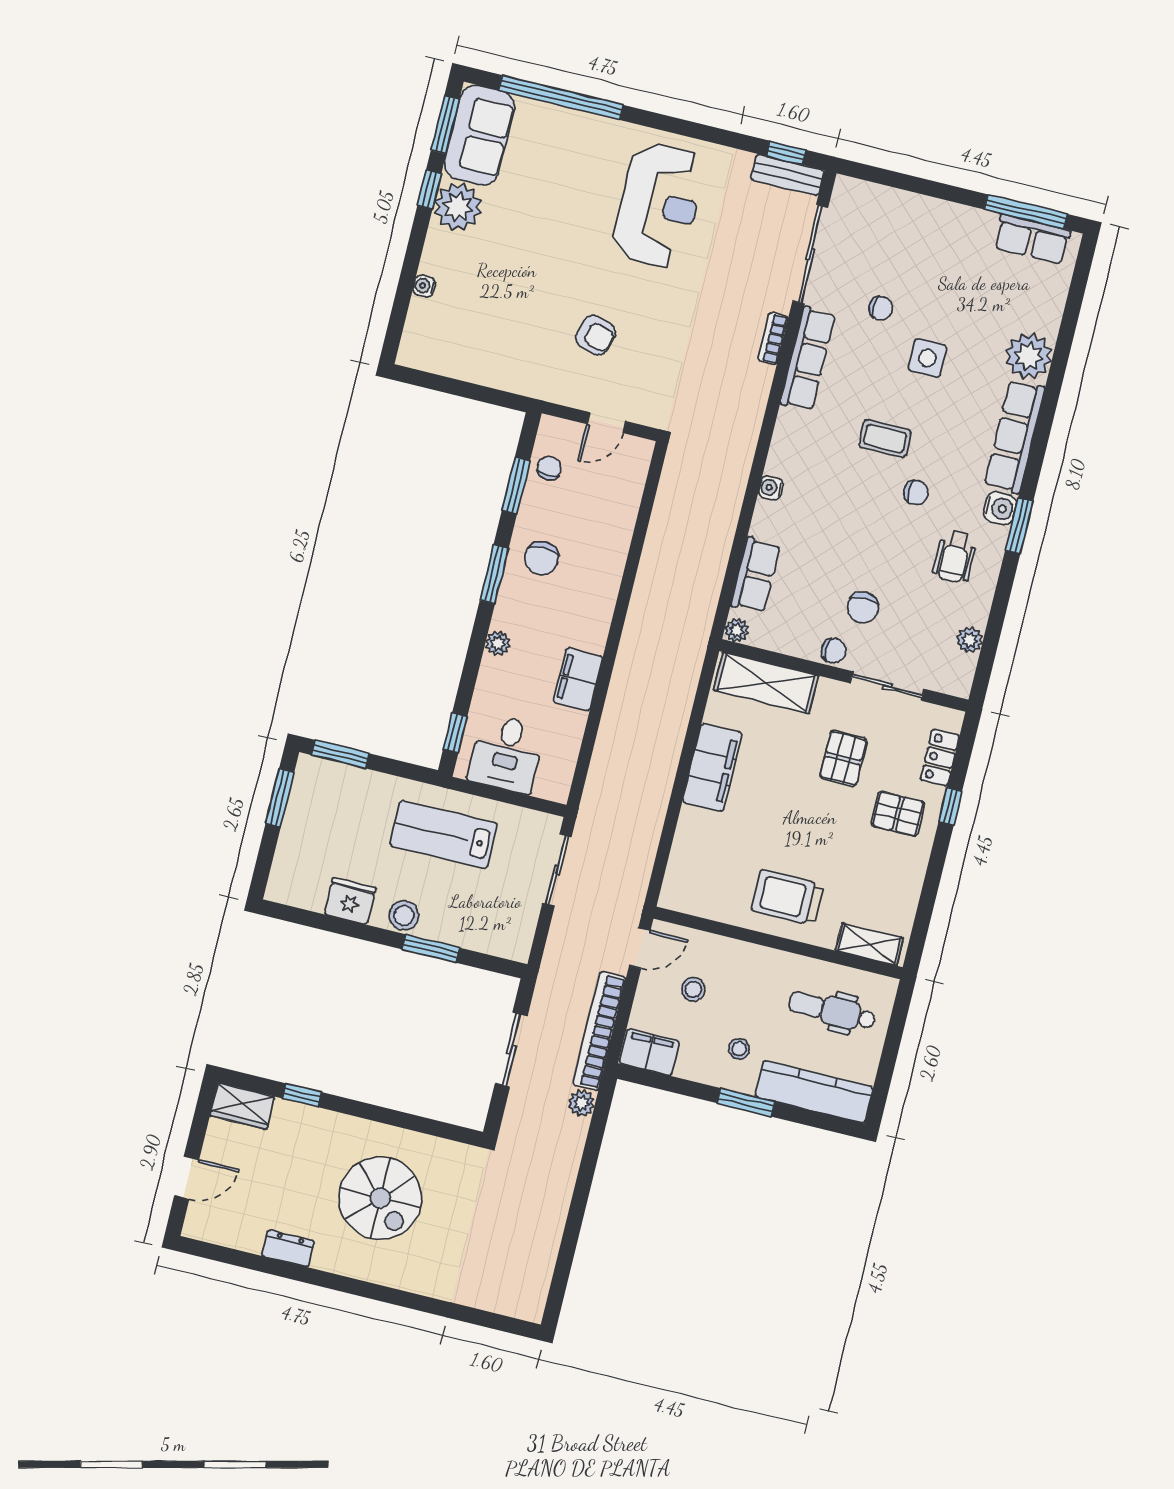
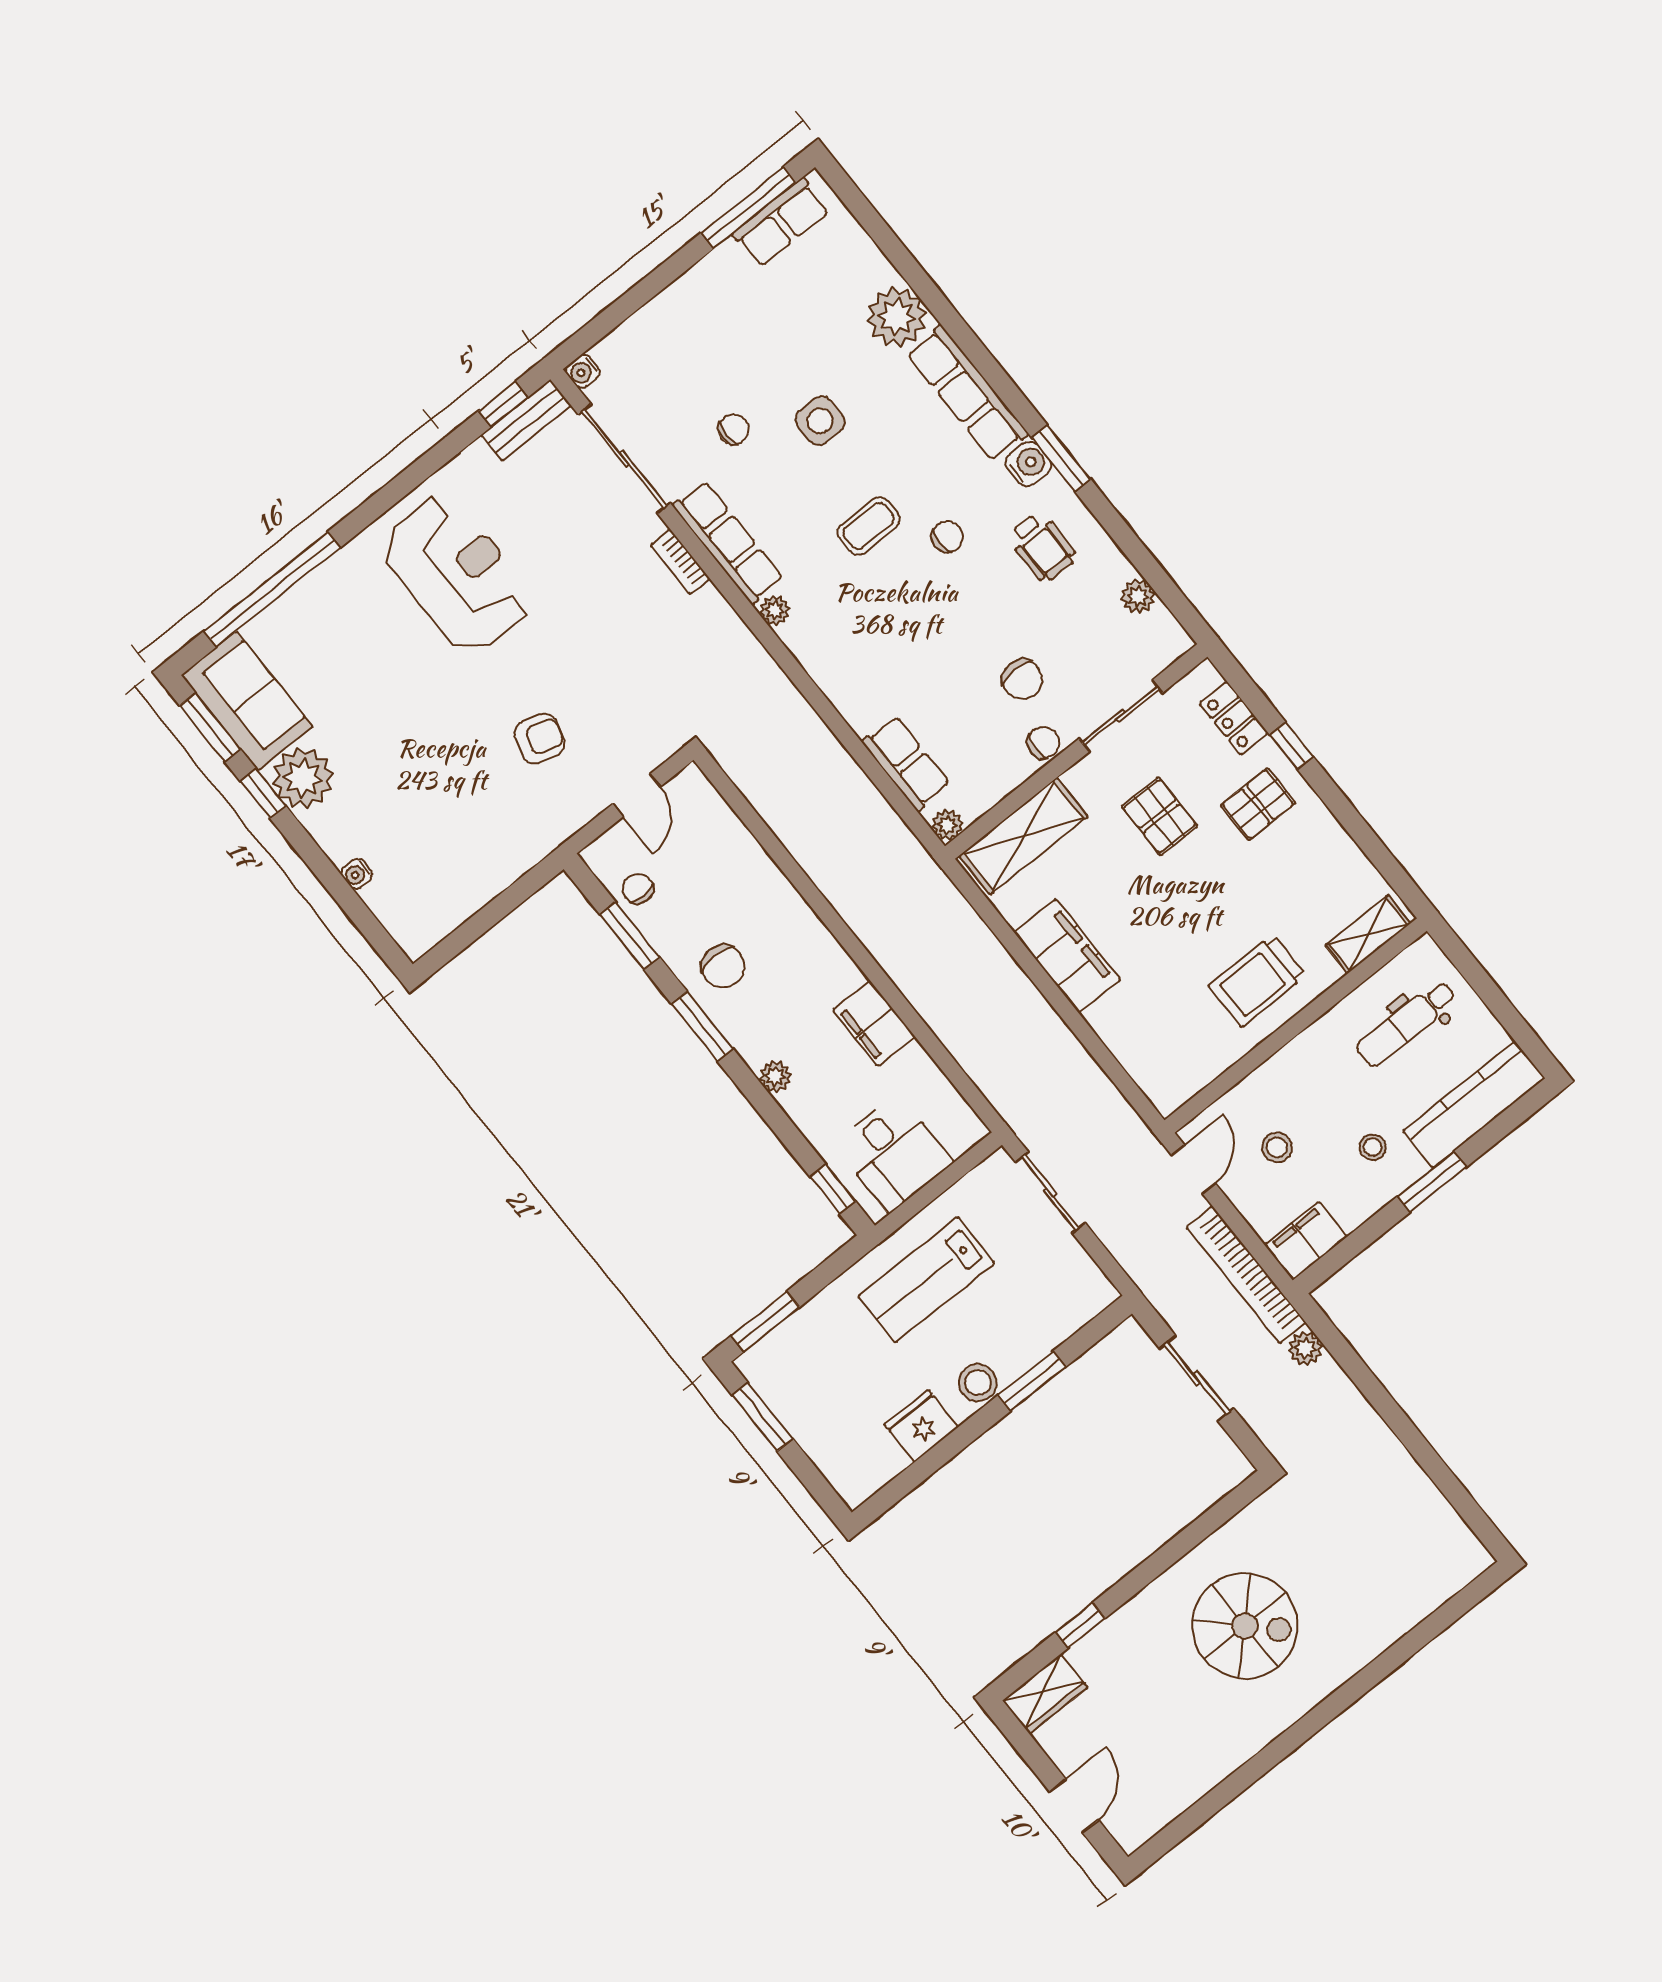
plant: (788, 420) -> (775, 610), added
water cooler: (771, 488) -> (583, 371), moved
dresser: (288, 1248) -> (1224, 1758), removed

